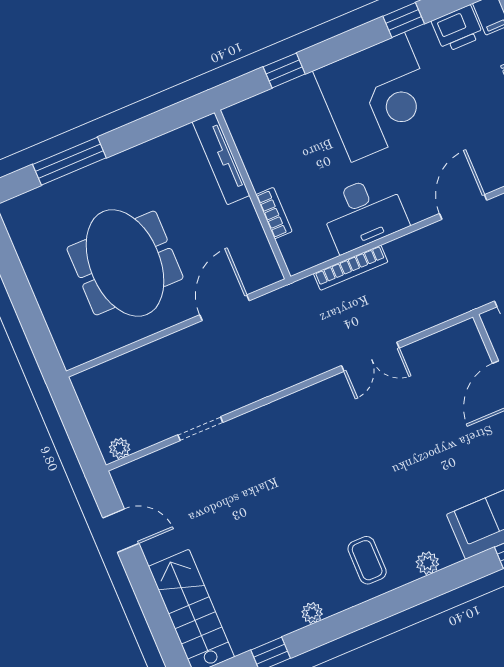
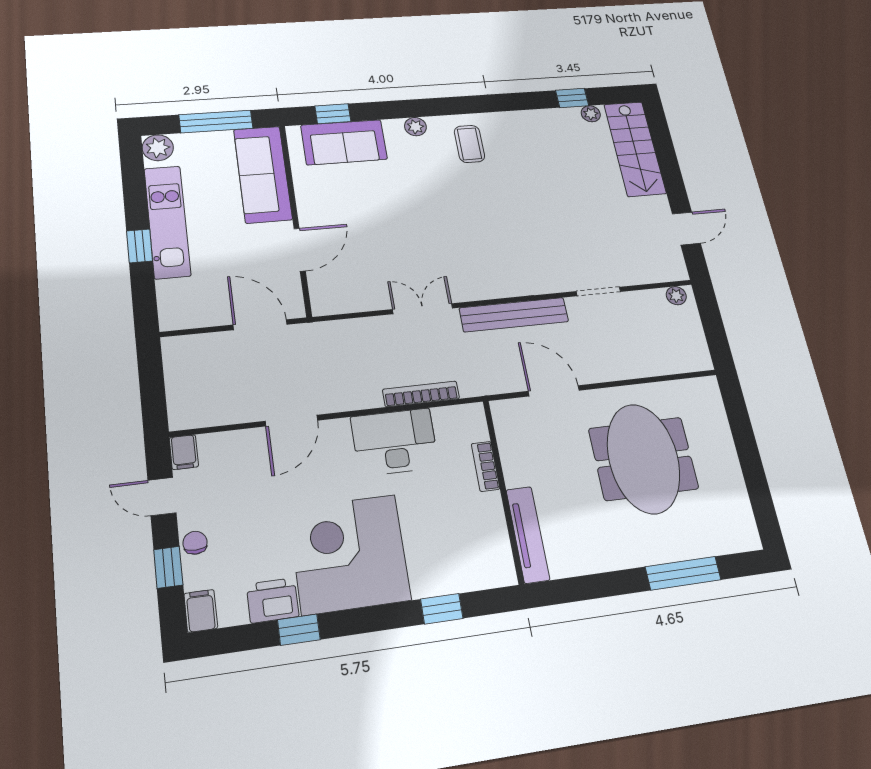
printer: (457, 29) -> (273, 600), moved
door: (224, 308) -> (554, 391), swing flipped
bench: (280, 377) -> (514, 315), added
door: (121, 531) -> (686, 228), swing flipped
plant: (312, 613) -> (591, 114), moved

